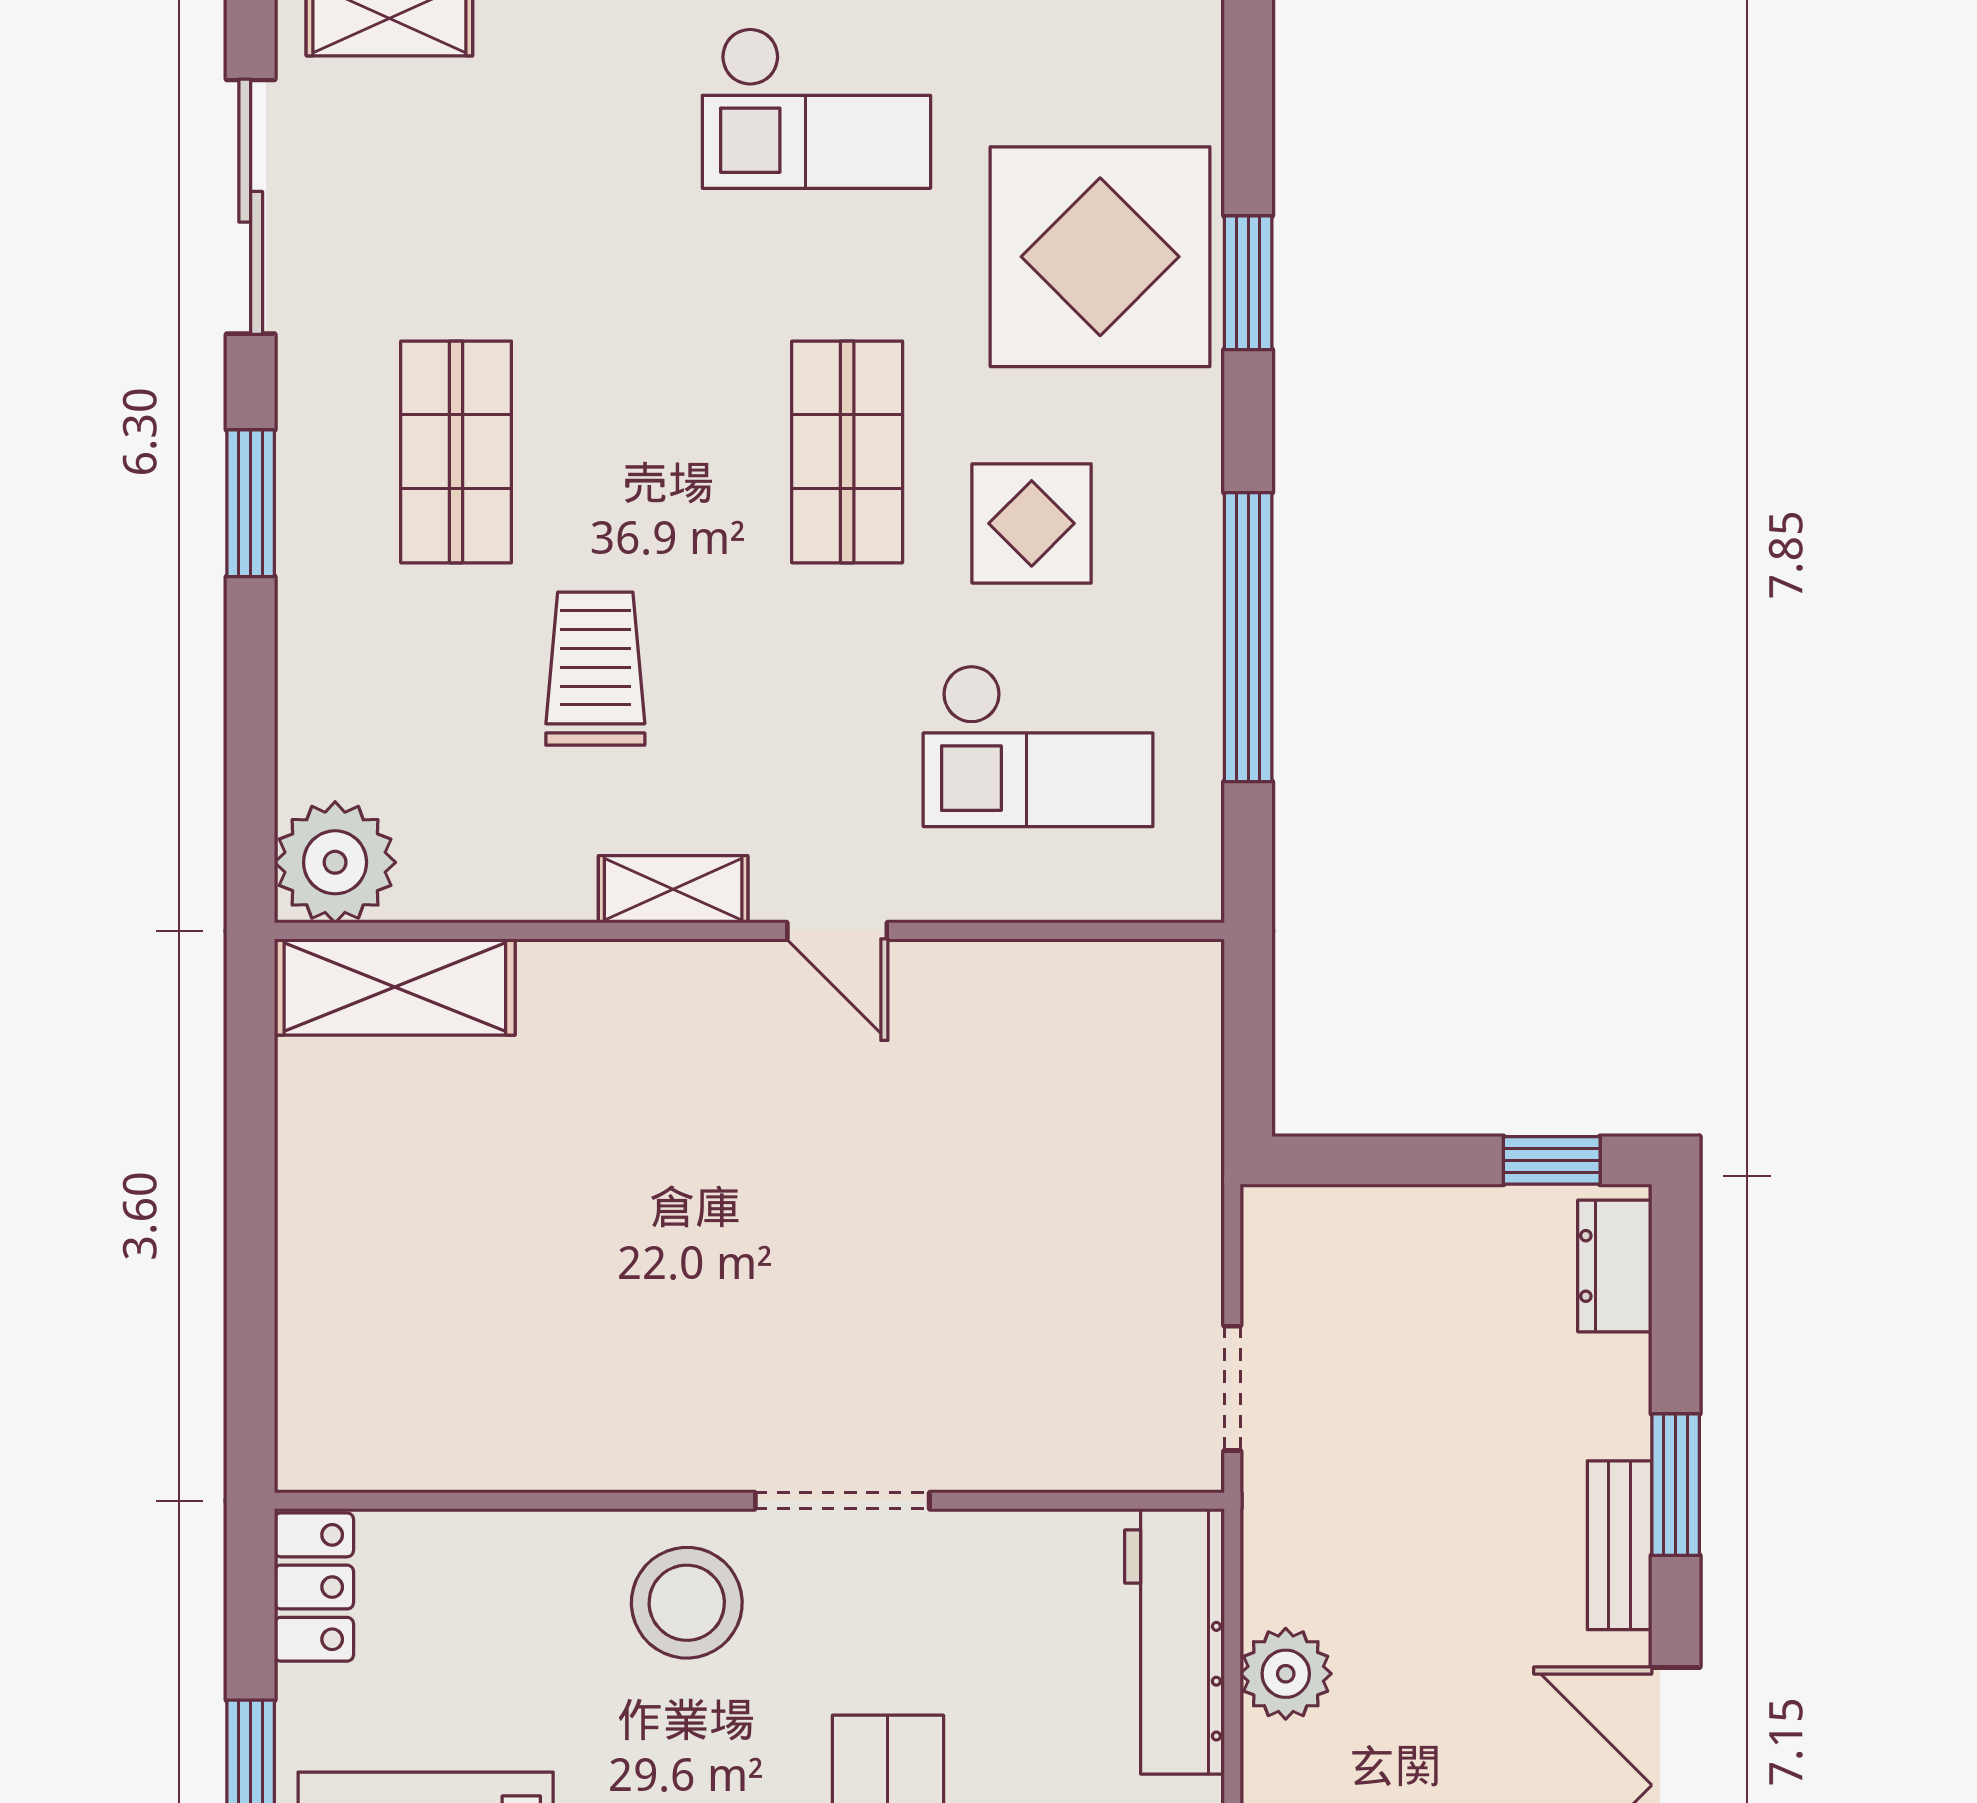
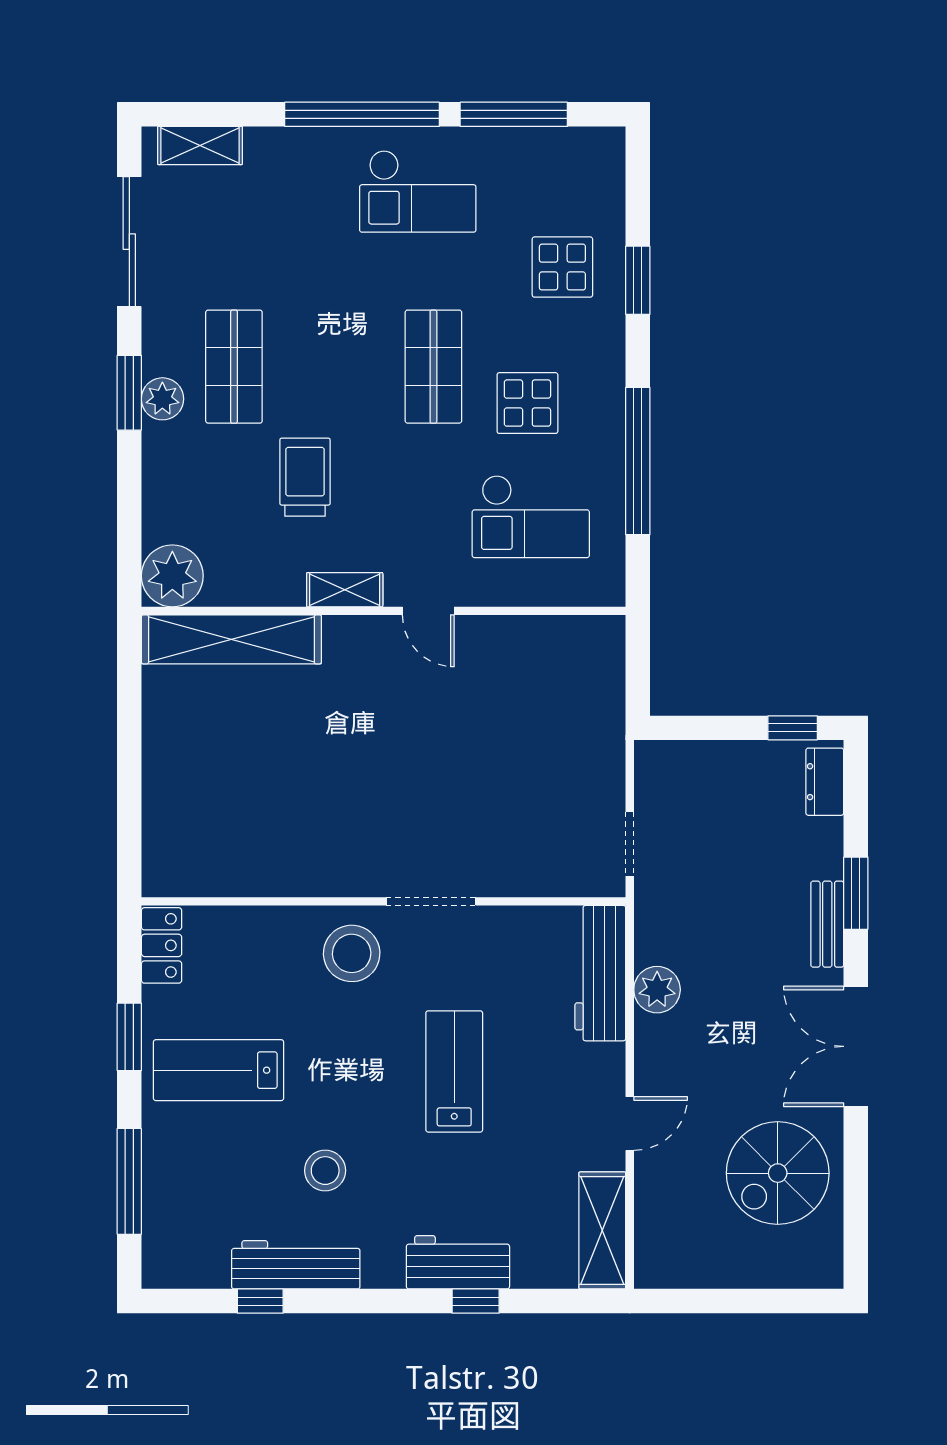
display table: (1100, 257) -> (562, 267), width x0.54, depth x0.54
plant: (316, 515) -> (162, 399), added
shelving: (395, 987) -> (231, 639), width x1.47

